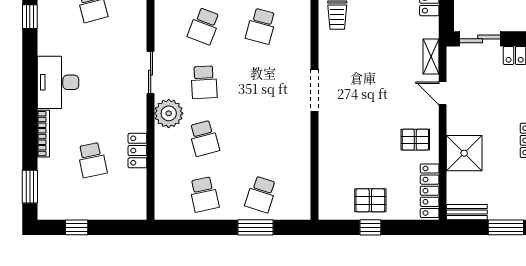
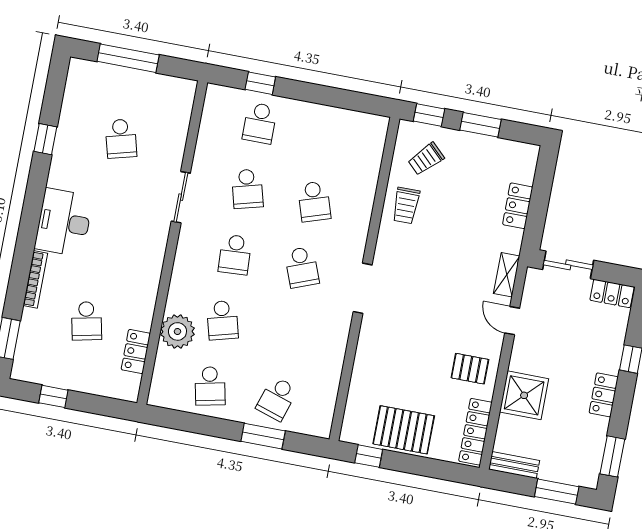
school desk: (204, 26) -> (247, 189), turned -36
school desk: (261, 26) -> (314, 201), turned -33
sliding door: (151, 73) -> (181, 197), moved
school desk: (261, 82) -> (302, 267), added
plant: (169, 113) -> (177, 331), moved
locker: (137, 151) -> (136, 351), moved
pallet: (370, 200) -> (404, 430), width x1.50, depth x1.42
window: (370, 227) -> (369, 456), moved

